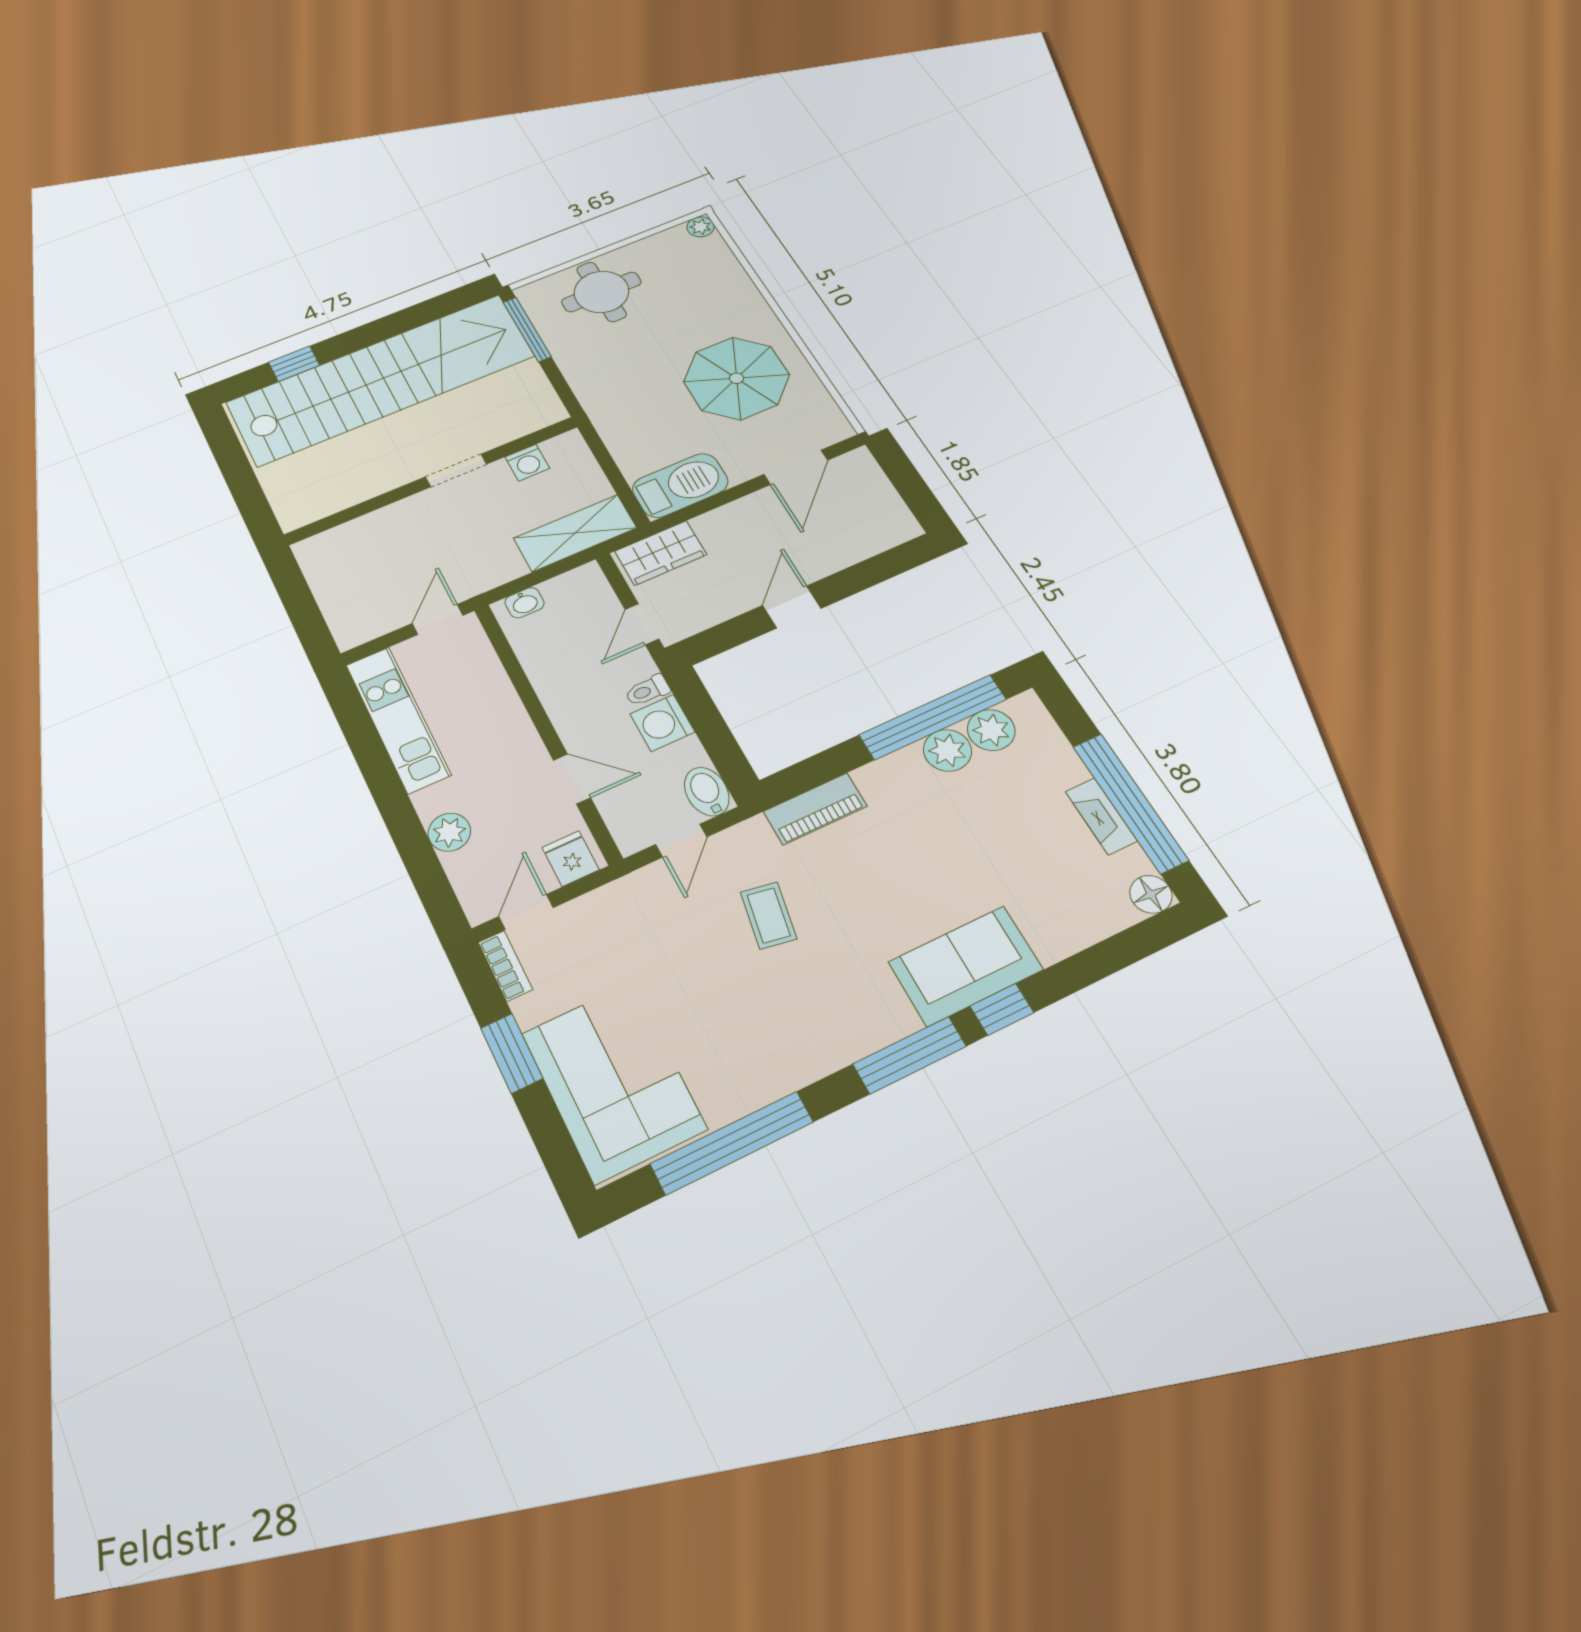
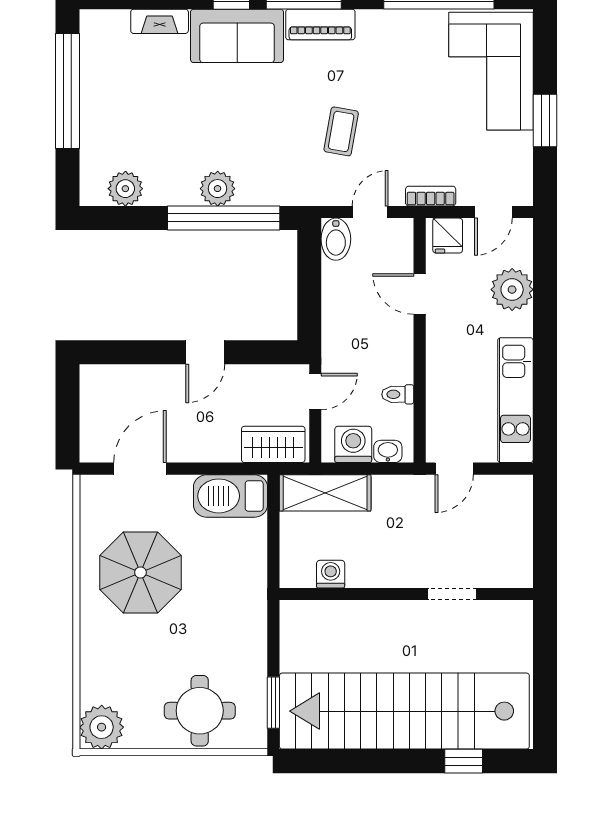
plant: (701, 227) -> (102, 727), width x1.88, depth x1.88
window: (527, 329) -> (273, 703), width x0.69
doorway: (456, 470) -> (452, 594), moved
toilet: (647, 690) -> (398, 394), moved, turned 180
window: (933, 717) -> (224, 218), moved
washing machine: (662, 723) -> (353, 444), moved, turned -90
plant: (947, 750) -> (218, 189), moved
piano: (815, 809) -> (320, 25), moved, turned 180
fireplace: (1101, 816) -> (160, 21), moved, turned 90
plant: (449, 832) -> (512, 290), width x1.36, depth x1.36
floor lamp: (1151, 894) -> (94, 24), removed
bookcase: (505, 966) -> (431, 196), moved, turned 90

